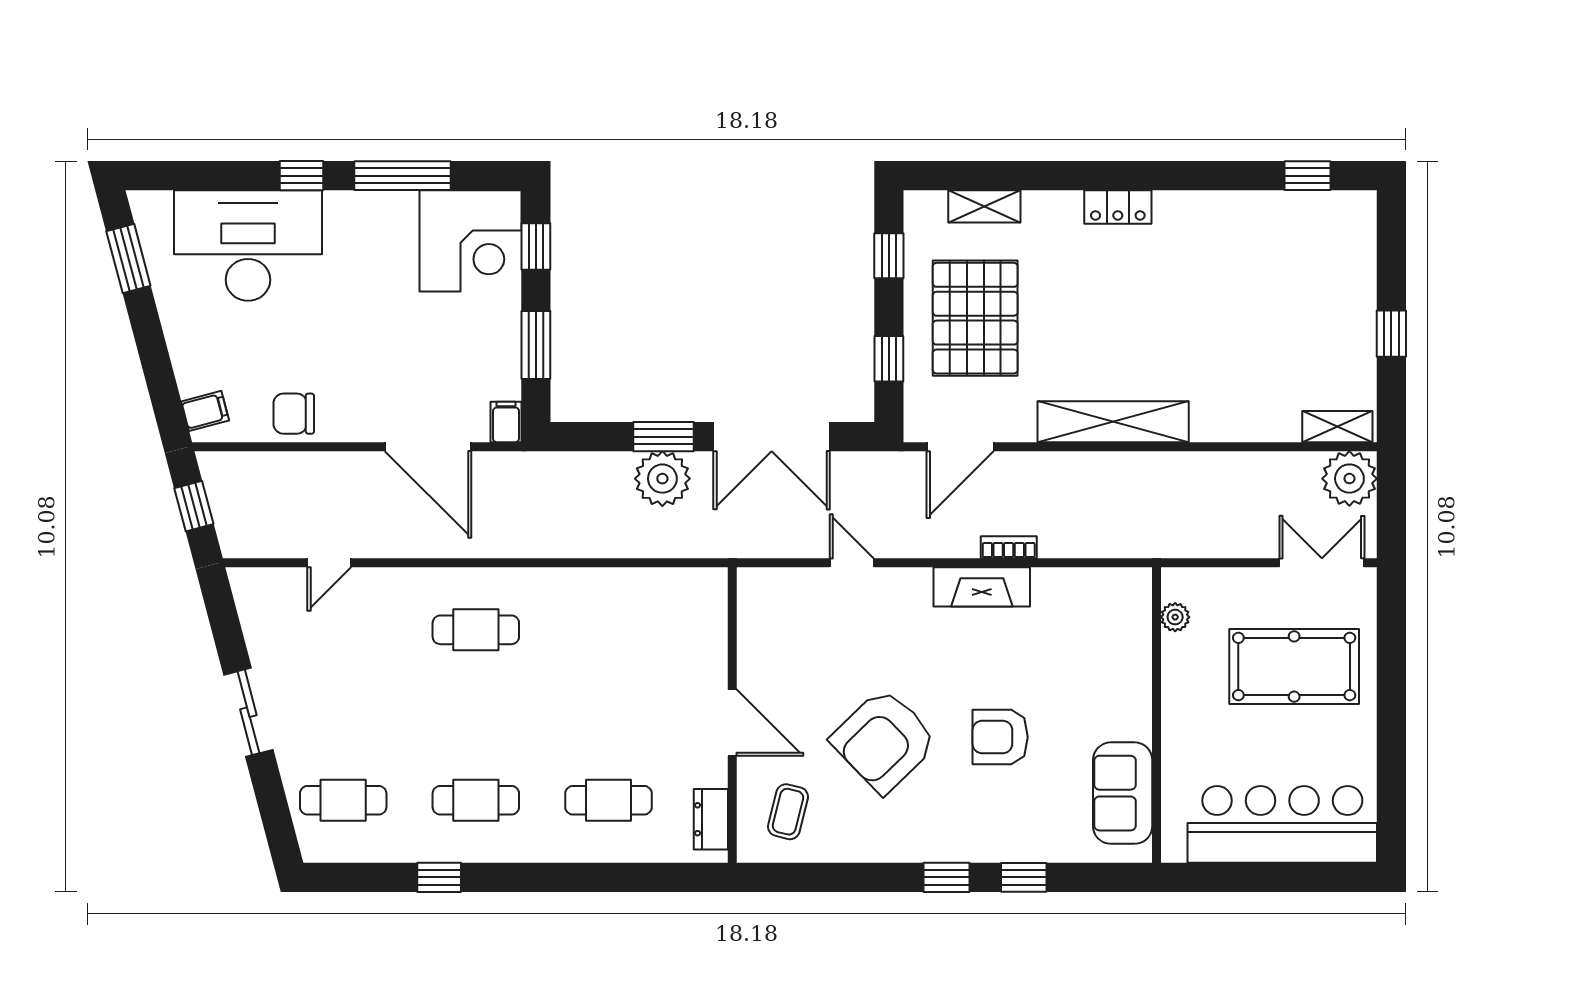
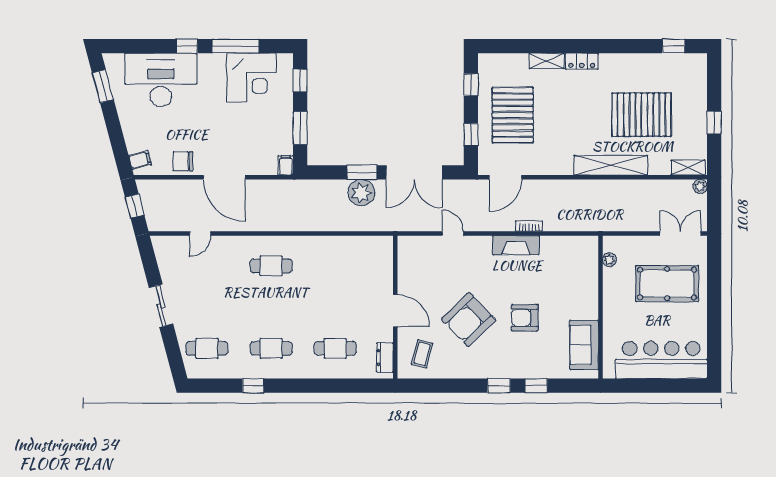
shelving: (984, 206) -> (547, 61), moved
corner desk: (471, 241) -> (251, 78), moved
pallet: (1241, 317) -> (642, 115), added
shelving: (1113, 422) -> (611, 165), moved
door: (428, 447) -> (224, 177), moved
plant: (1349, 479) -> (700, 186), width x0.53, depth x0.53

